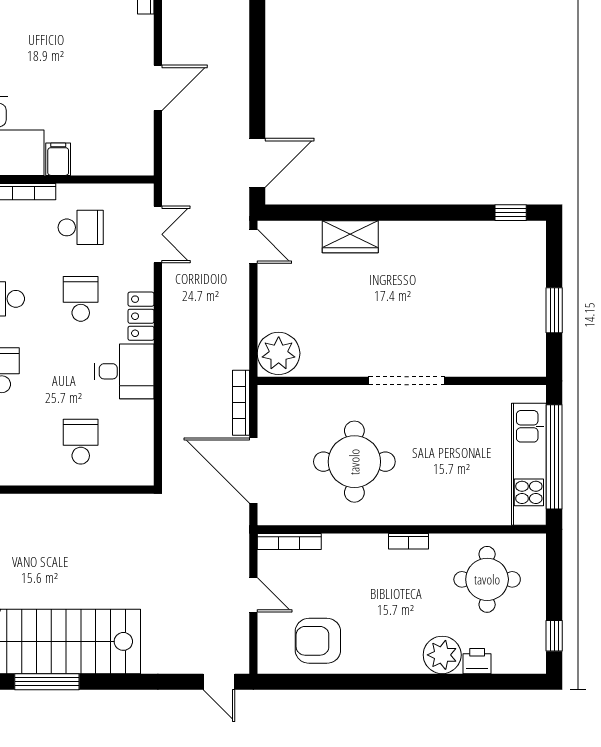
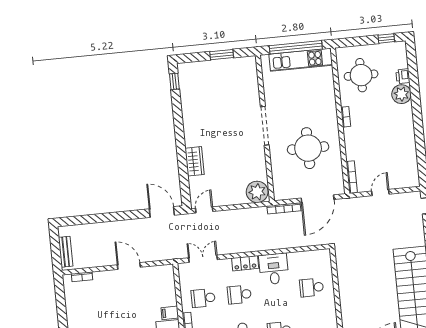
school desk: (81, 227) -> (203, 298), turned -90
armchair: (318, 641) -> (400, 158), removed

